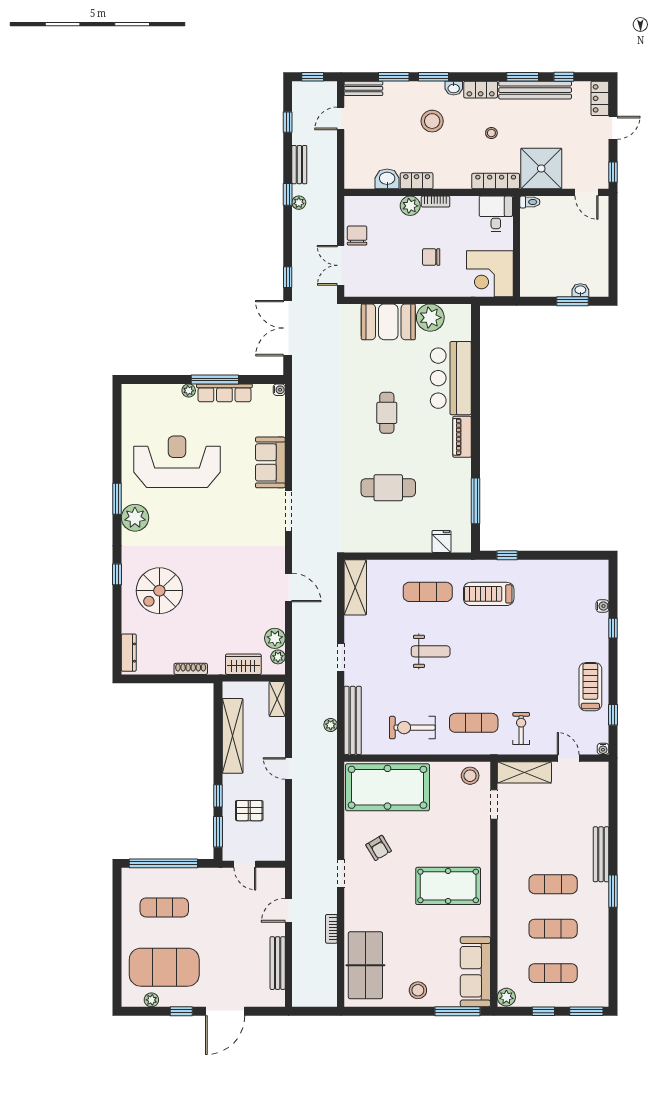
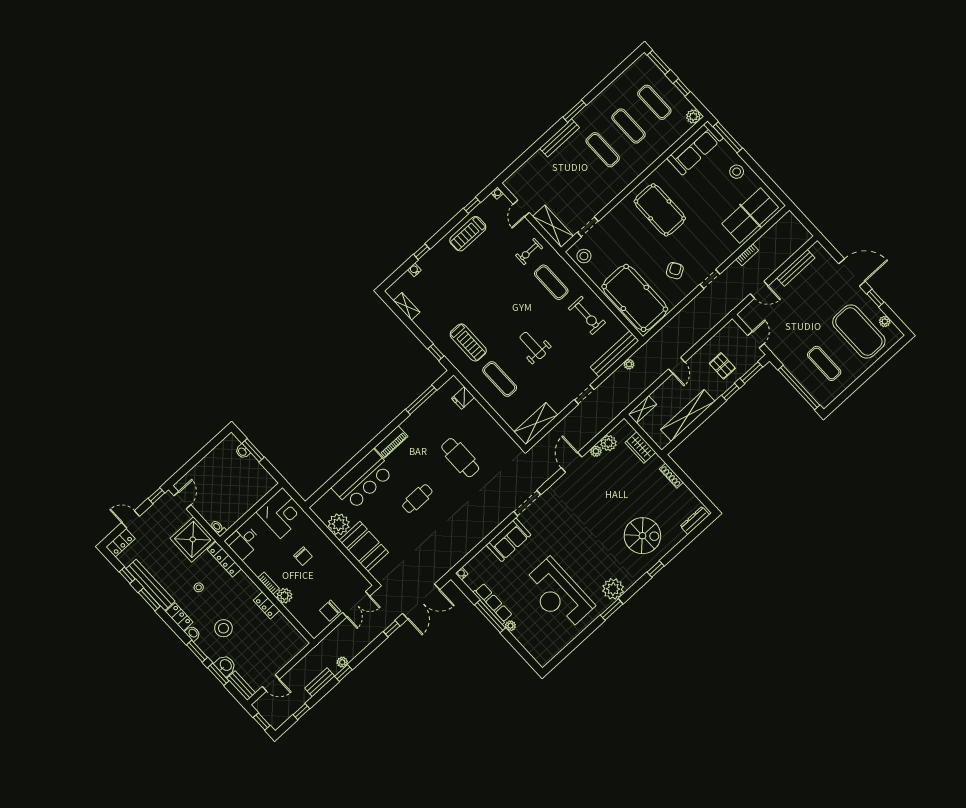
washbasin: (387, 179) -> (225, 665), moved, turned 180
shelving: (575, 567) -> (407, 306), added
plant: (278, 657) -> (596, 451), moved

